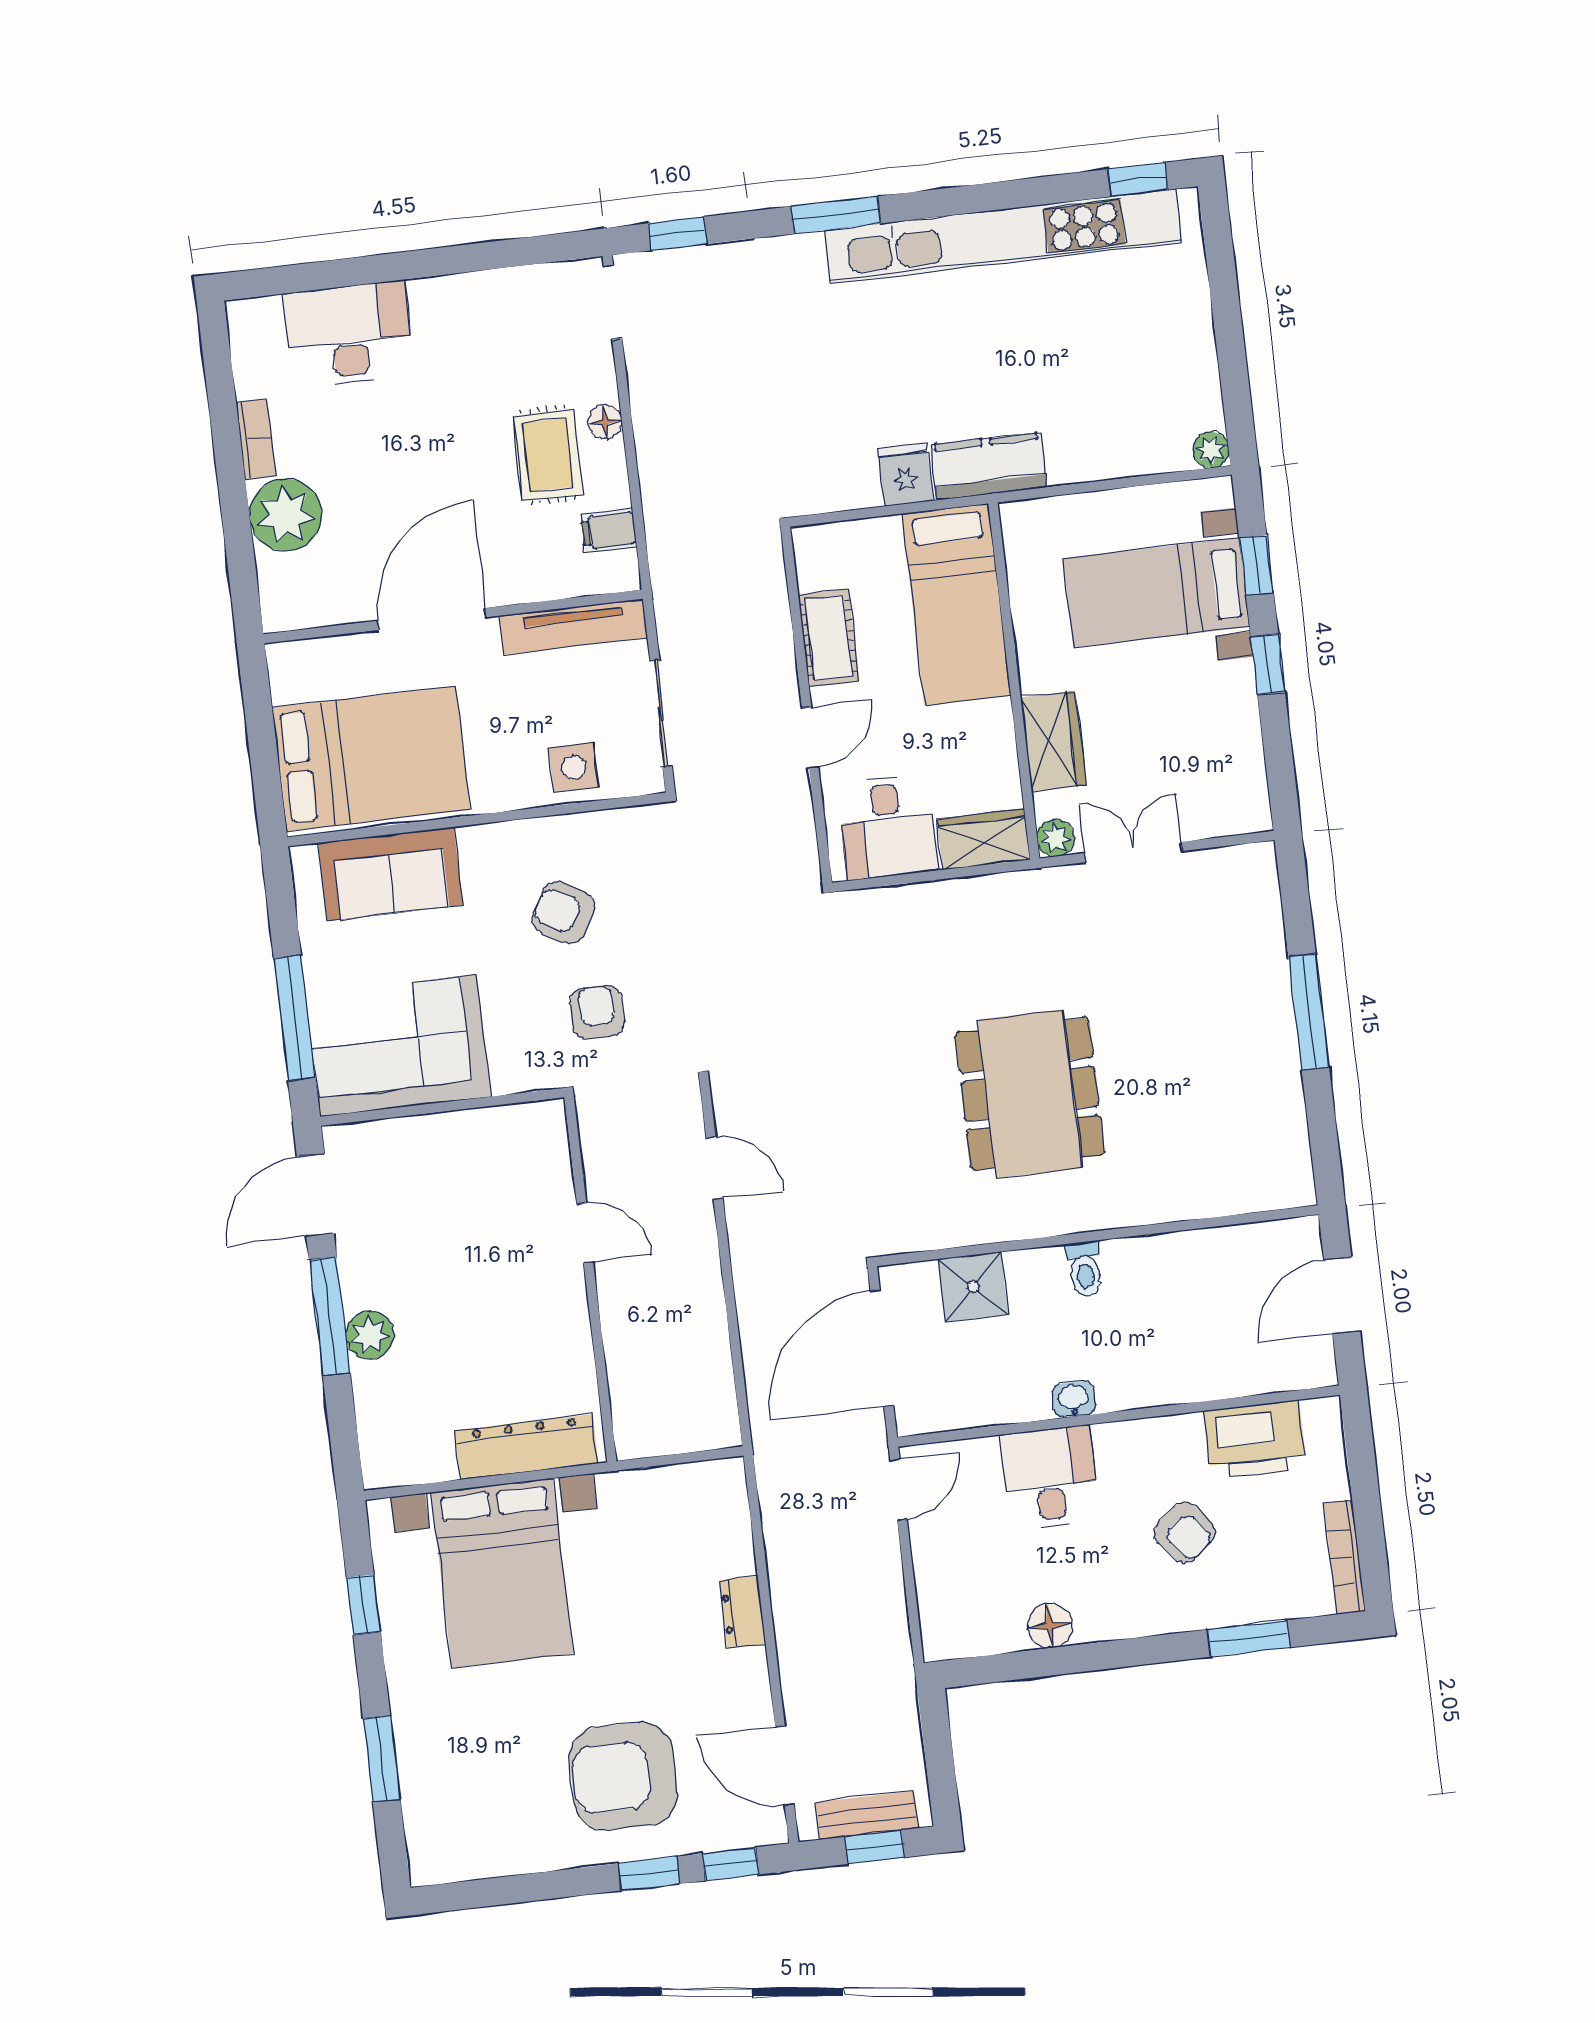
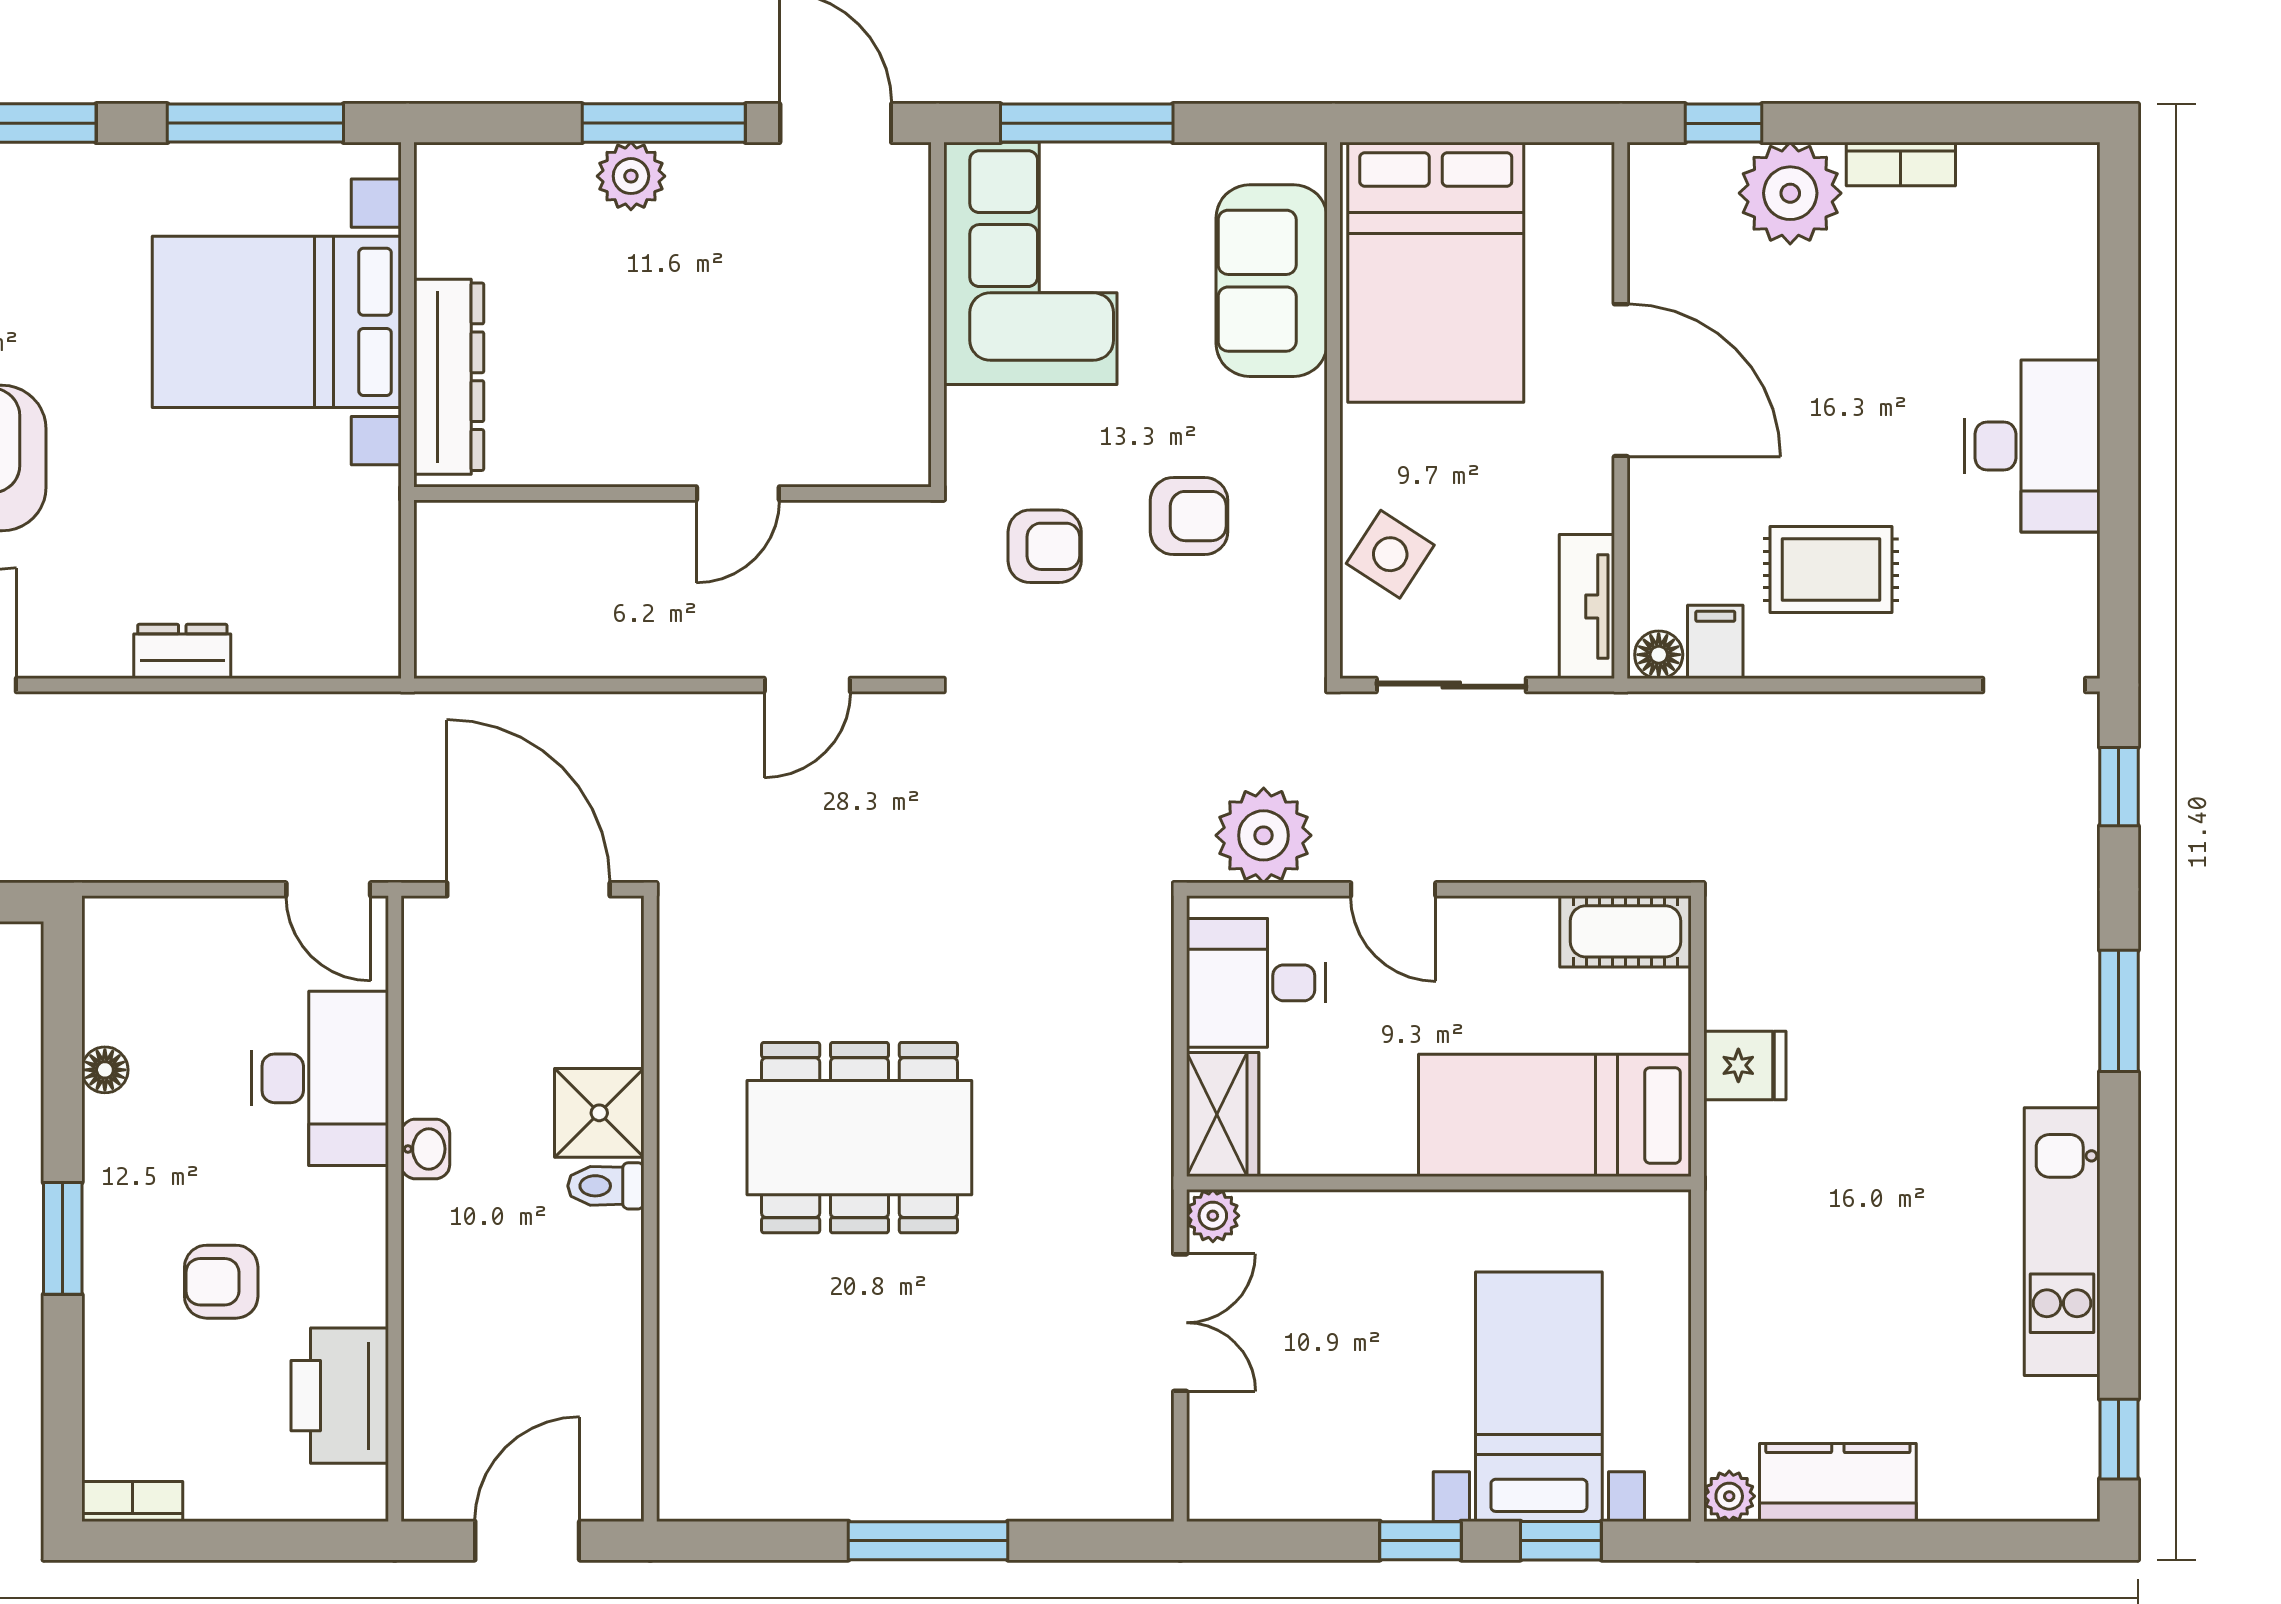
kitchen unit: (1003, 236) -> (2062, 1242), width x0.54
desk: (349, 334) -> (2032, 446), moved
floor lamp: (605, 422) -> (1659, 655), moved
kitchen counter: (989, 466) -> (1838, 1482), moved, turned -90
window: (242, 568) -> (1724, 123), added
tv unit: (574, 627) -> (1587, 606), width x0.71
cot: (829, 638) -> (1626, 931), moved
wardrobe: (1053, 741) -> (1348, 1228), removed
side table: (574, 767) -> (1390, 554), turned 33
plant: (783, 834) -> (1264, 835), added
armchair: (563, 913) -> (1189, 516), turned 61
shower: (973, 1287) -> (599, 1113), moved
door: (1342, 1295) -> (527, 1541), hinge flipped
desk: (1049, 1478) -> (320, 1078), width x1.37
armchair: (1184, 1533) -> (221, 1282), turned 38
bookcase: (1345, 1557) -> (132, 1501), width x0.64
window: (363, 1605) -> (255, 123), width x2.17
floor lamp: (1050, 1625) -> (105, 1070), width x0.73, depth x0.73
window: (1249, 1639) -> (63, 1238), moved

